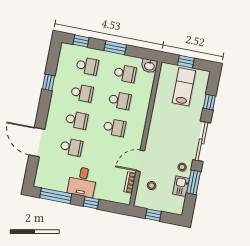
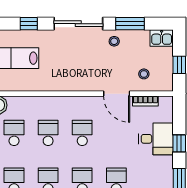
desk: (82, 182) -> (156, 139), moved
kitchen sink: (181, 186) -> (162, 38), moved

